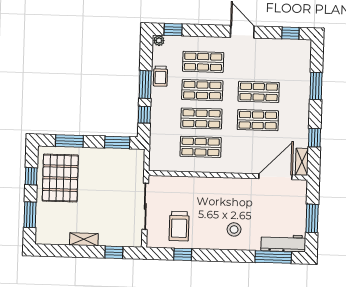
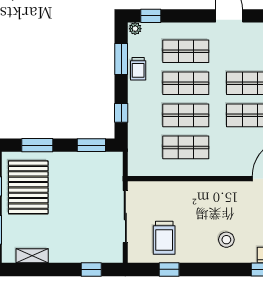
window: (145, 84) -> (121, 59), moved
shelving: (84, 239) -> (32, 256), moved

